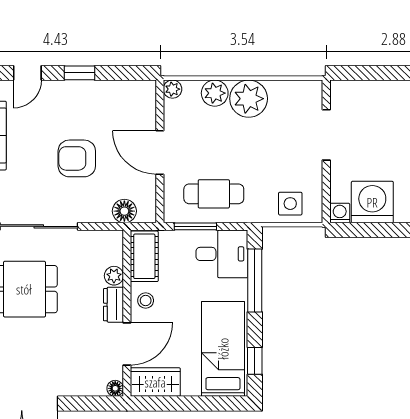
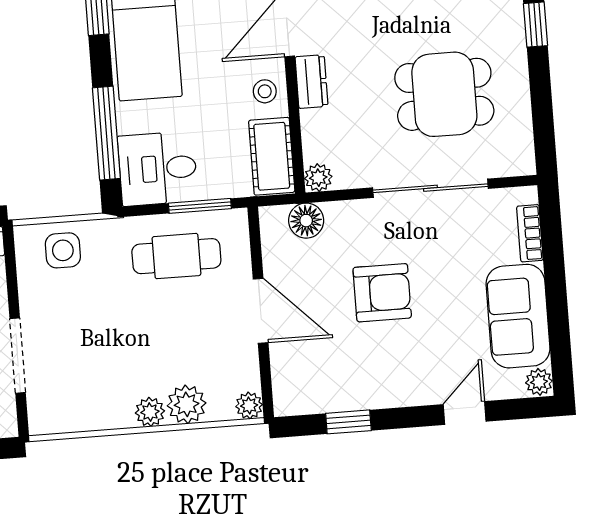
window: (79, 73) -> (348, 422), moved
plant: (249, 99) -> (150, 412), width x0.53, depth x0.53
plant: (114, 276) -> (318, 178), moved

